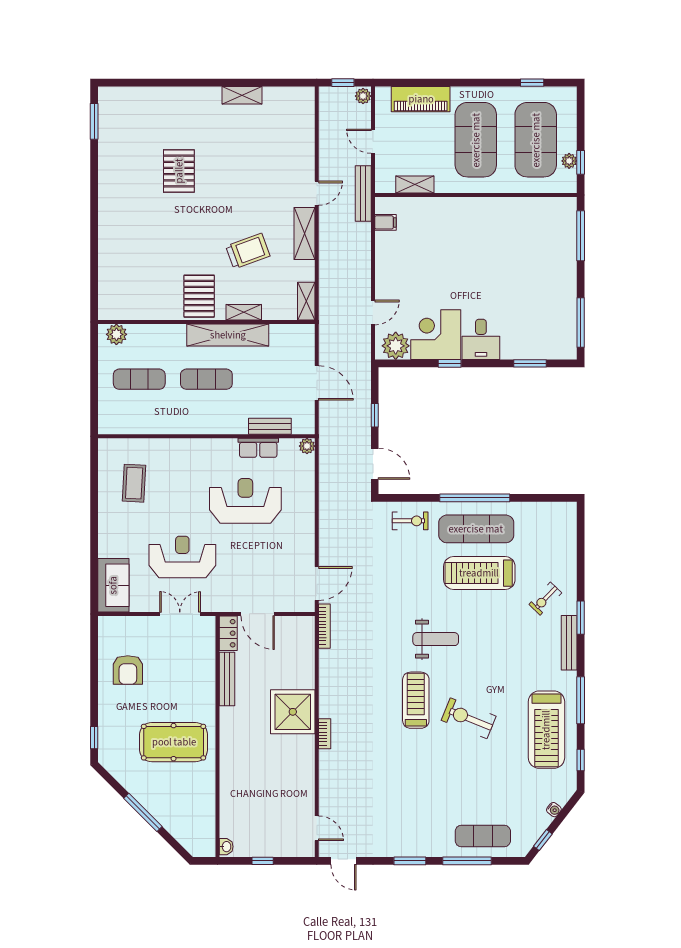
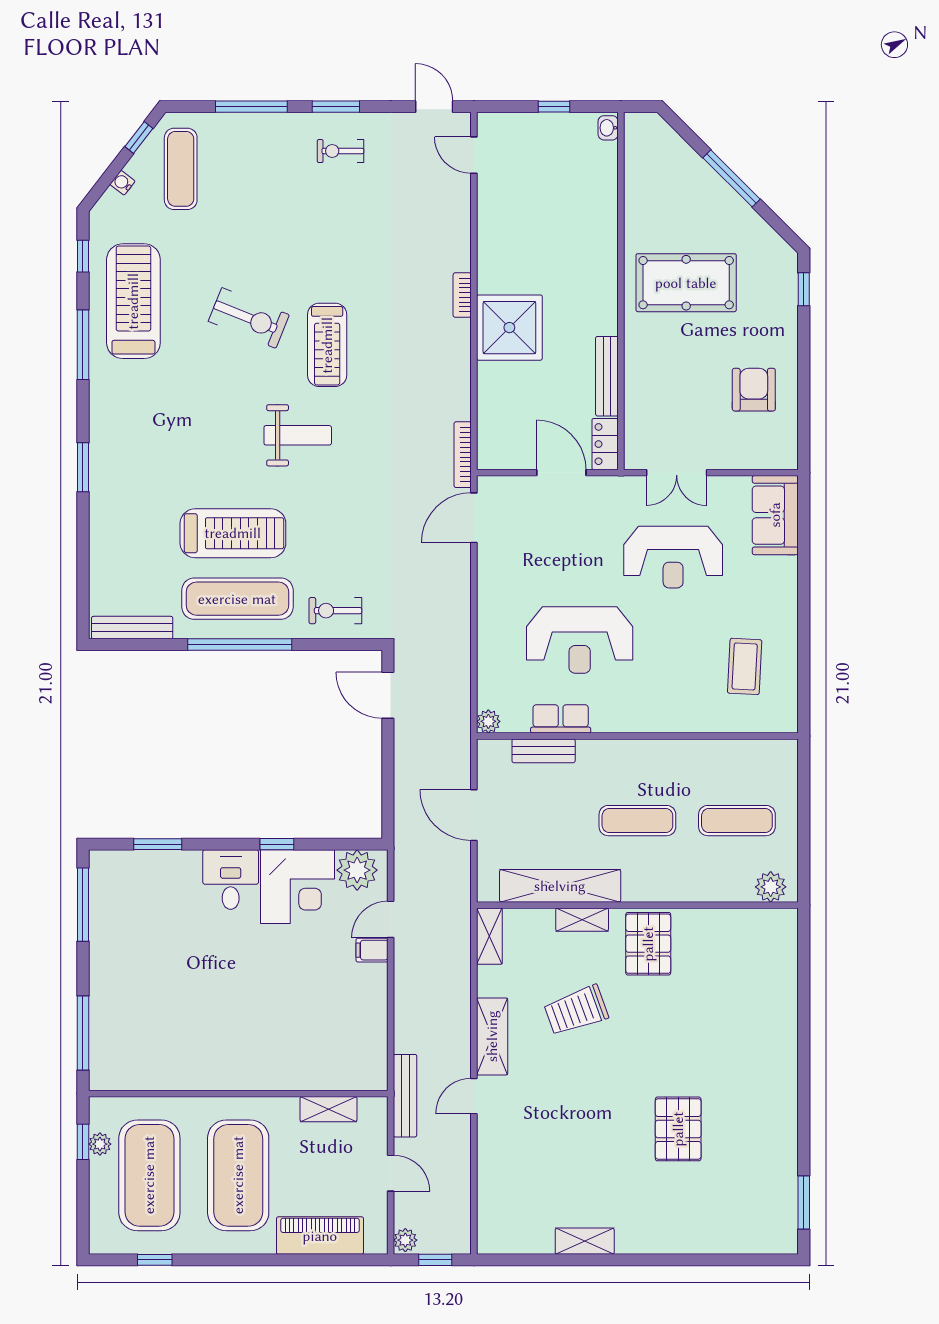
filing cabinet: (386, 222) -> (372, 950), moved
shelving: (228, 335) -> (560, 886), moved
window: (375, 415) -> (388, 767), removed
exercise bike: (545, 599) -> (341, 151), moved, turned -134
weight bench: (436, 639) -> (298, 435), turned 180
bench: (569, 643) -> (132, 628), moved, turned 90
exercise mat: (483, 836) -> (181, 169), moved, turned 90

